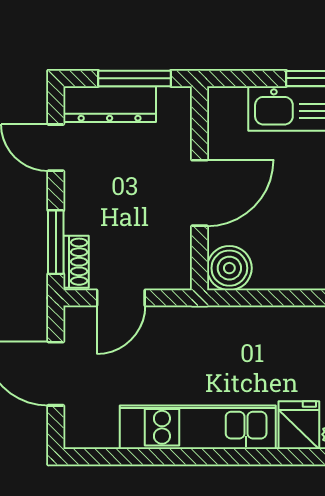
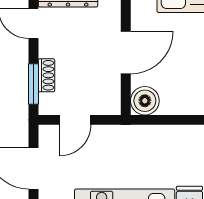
shoe rack: (76, 262) -> (46, 75), moved

